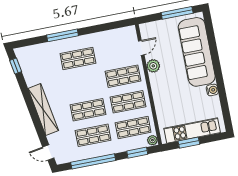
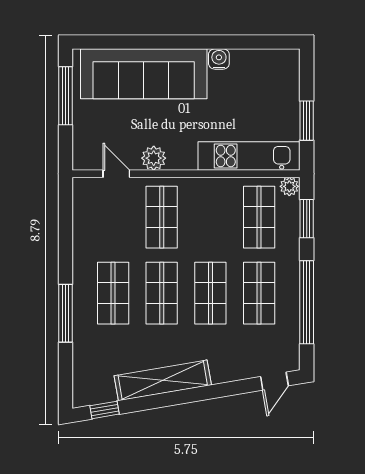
shop shelf: (128, 102) -> (162, 293), moved
shelving: (43, 110) -> (163, 380), moved
kitchen unit: (192, 130) -> (249, 156), moved, turned 90

